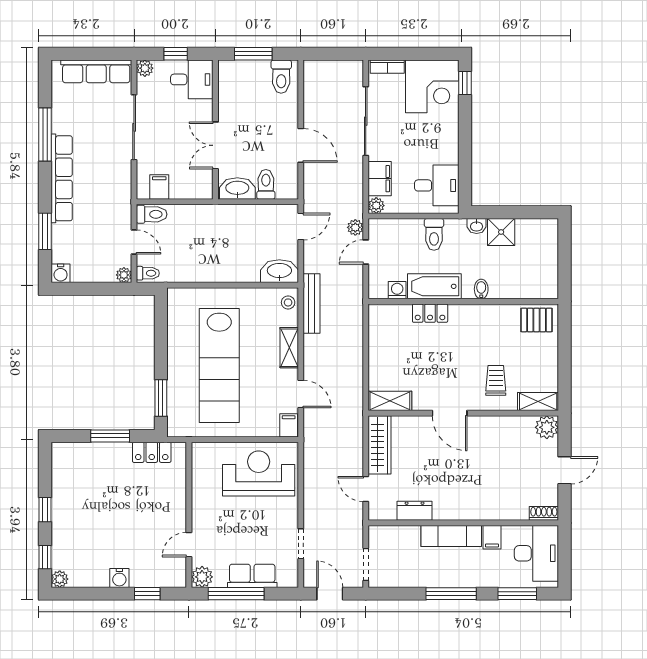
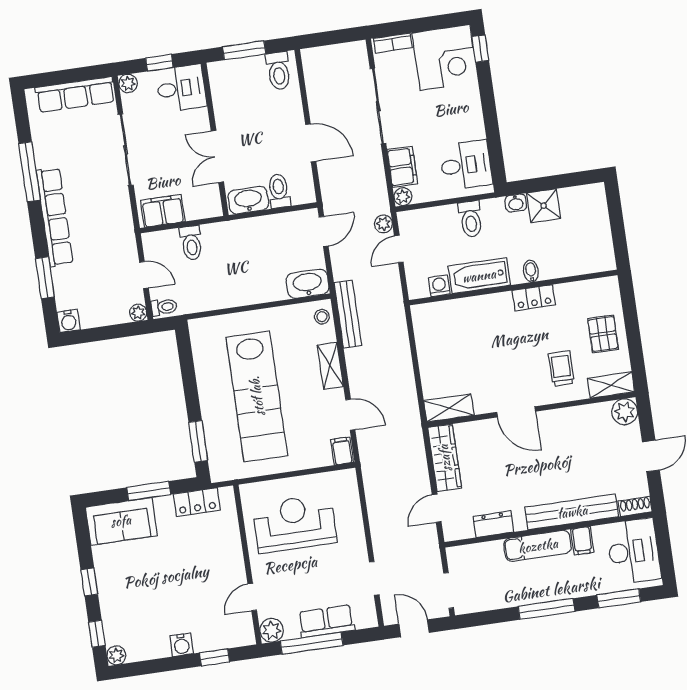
filing cabinet: (159, 187) -> (163, 211), width x2.00
toilet: (152, 214) -> (191, 243), moved, turned 90
locker: (430, 313) -> (534, 298), moved
pallet: (536, 320) -> (603, 334), moved, turned 90
sofa: (82, 460) -> (121, 521), added
reception desk: (259, 473) -> (295, 523), moved
door: (366, 489) -> (437, 508), hinge flipped
bench: (486, 510) -> (572, 512), added

